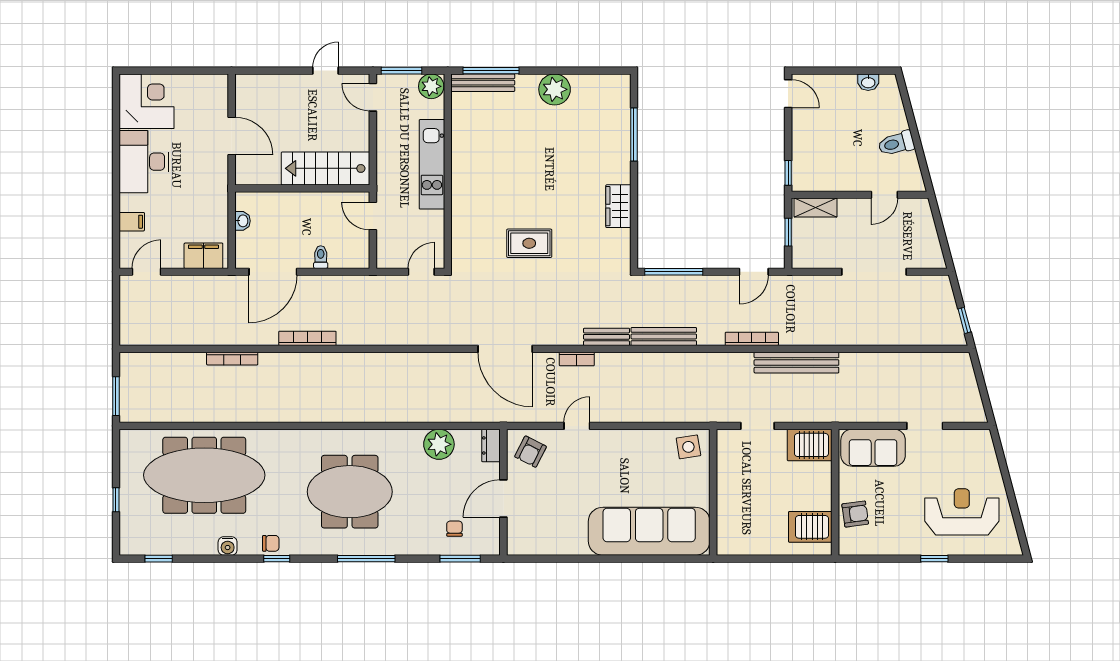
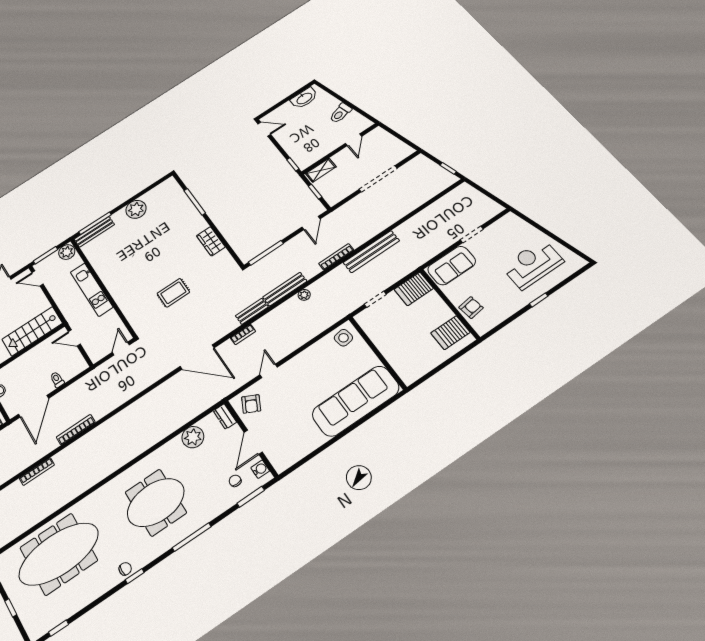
washbasin: (868, 82) -> (304, 98), width x1.91, depth x1.45
plant: (681, 361) -> (304, 295), added
water cooler: (228, 546) -> (260, 469), moved, turned -90

